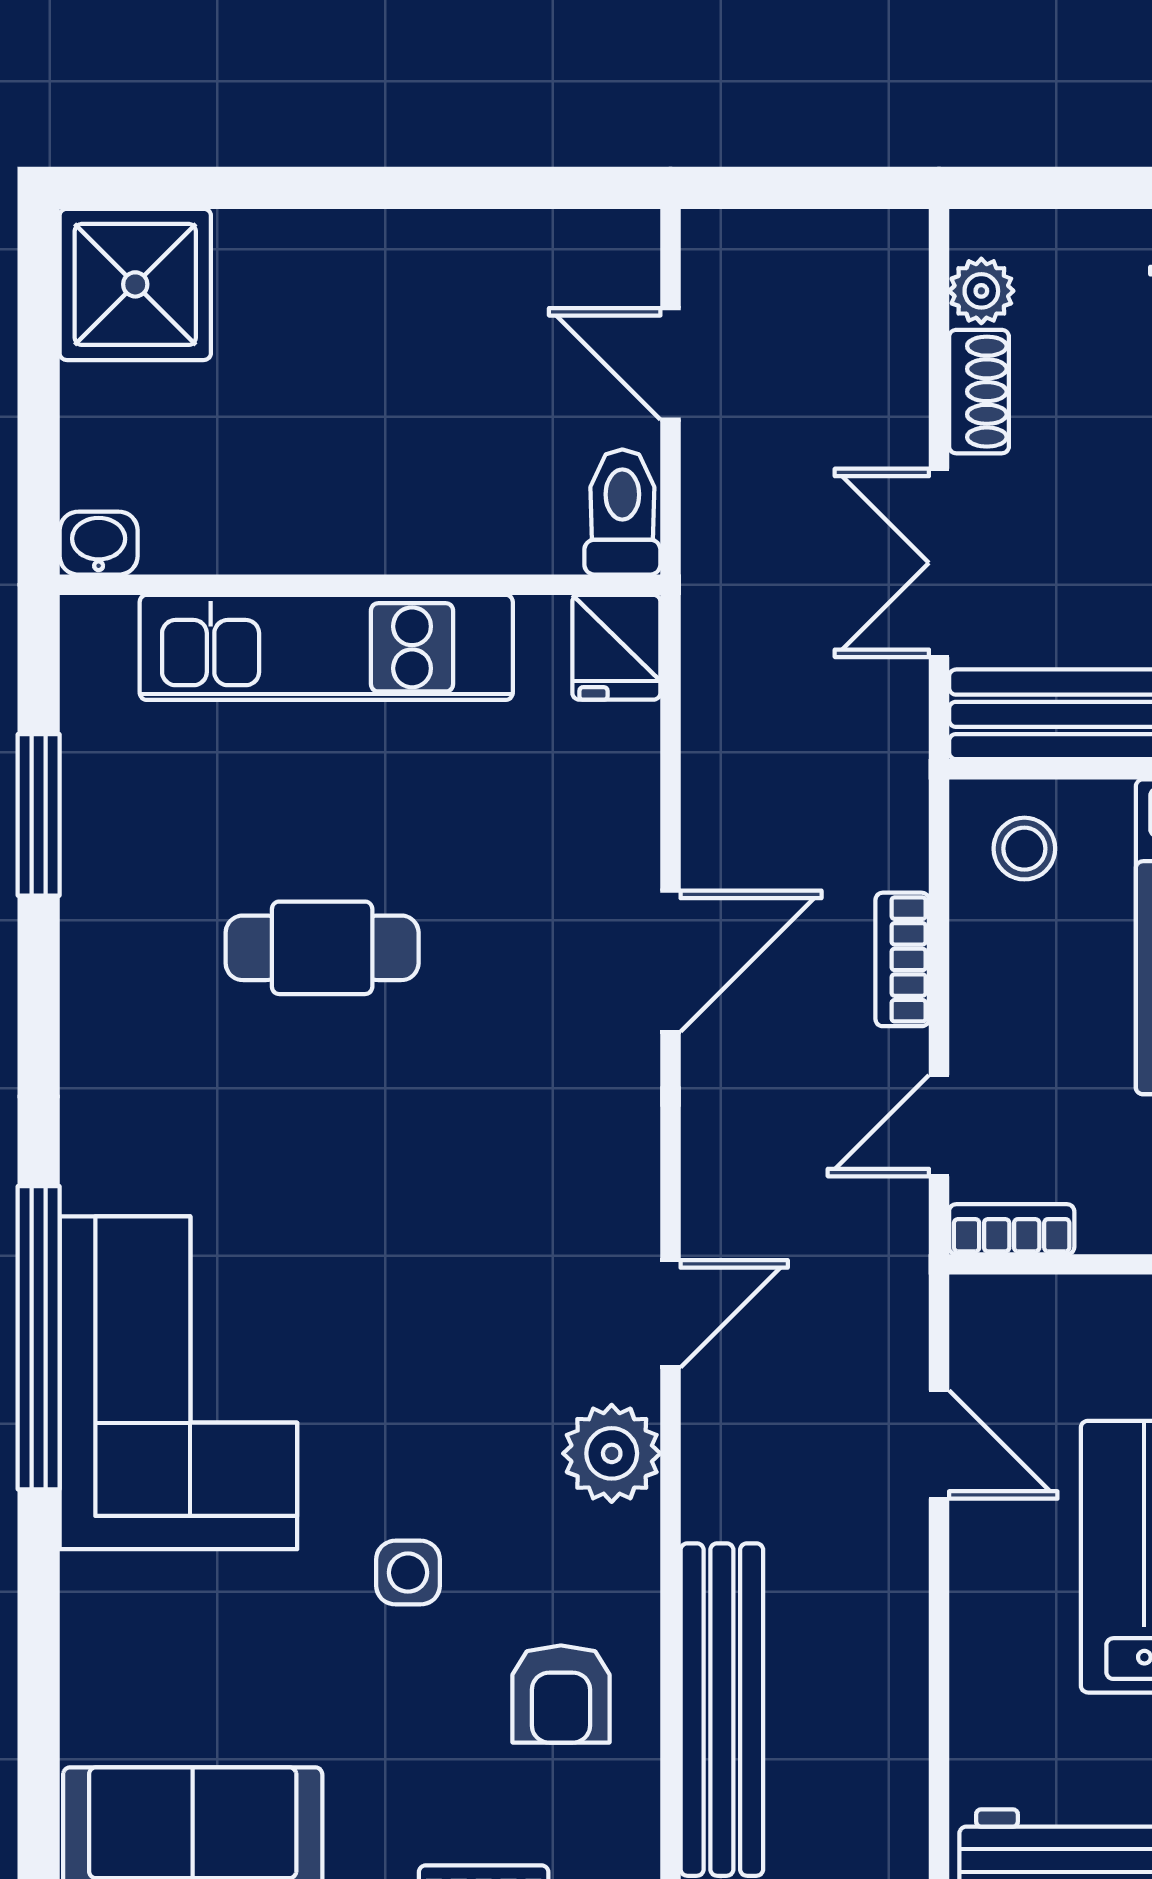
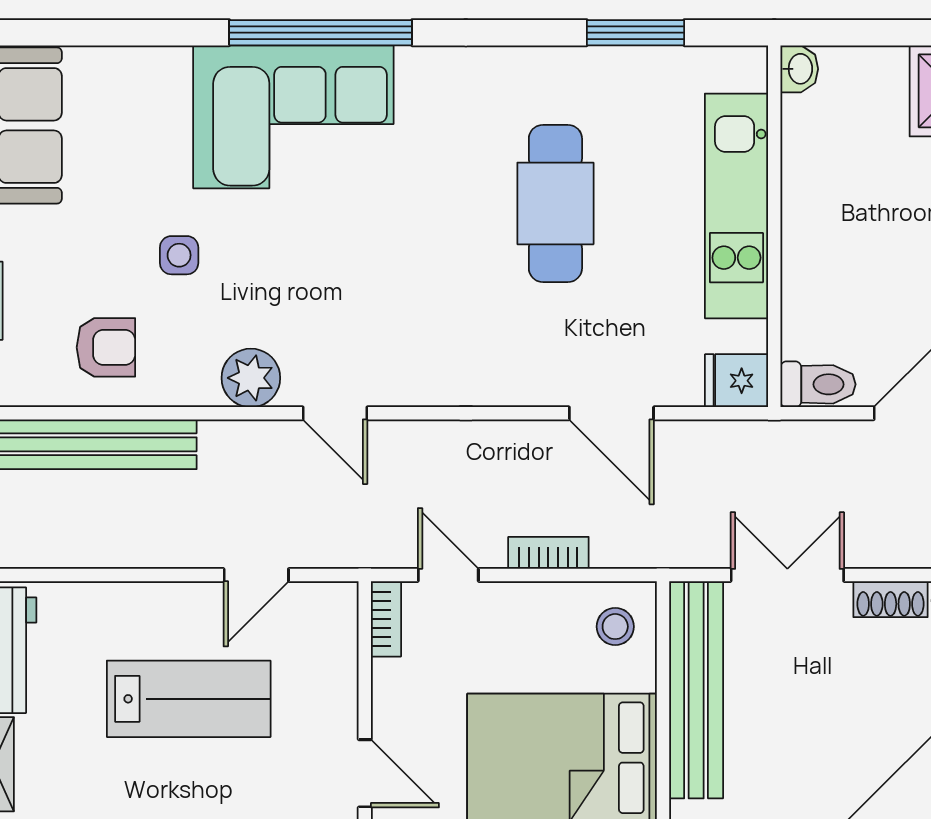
cafe table: (322, 948) -> (555, 203), width x1.37, depth x1.35
door: (670, 961) -> (611, 413), moved
armchair: (561, 1694) -> (106, 347), turned 180

